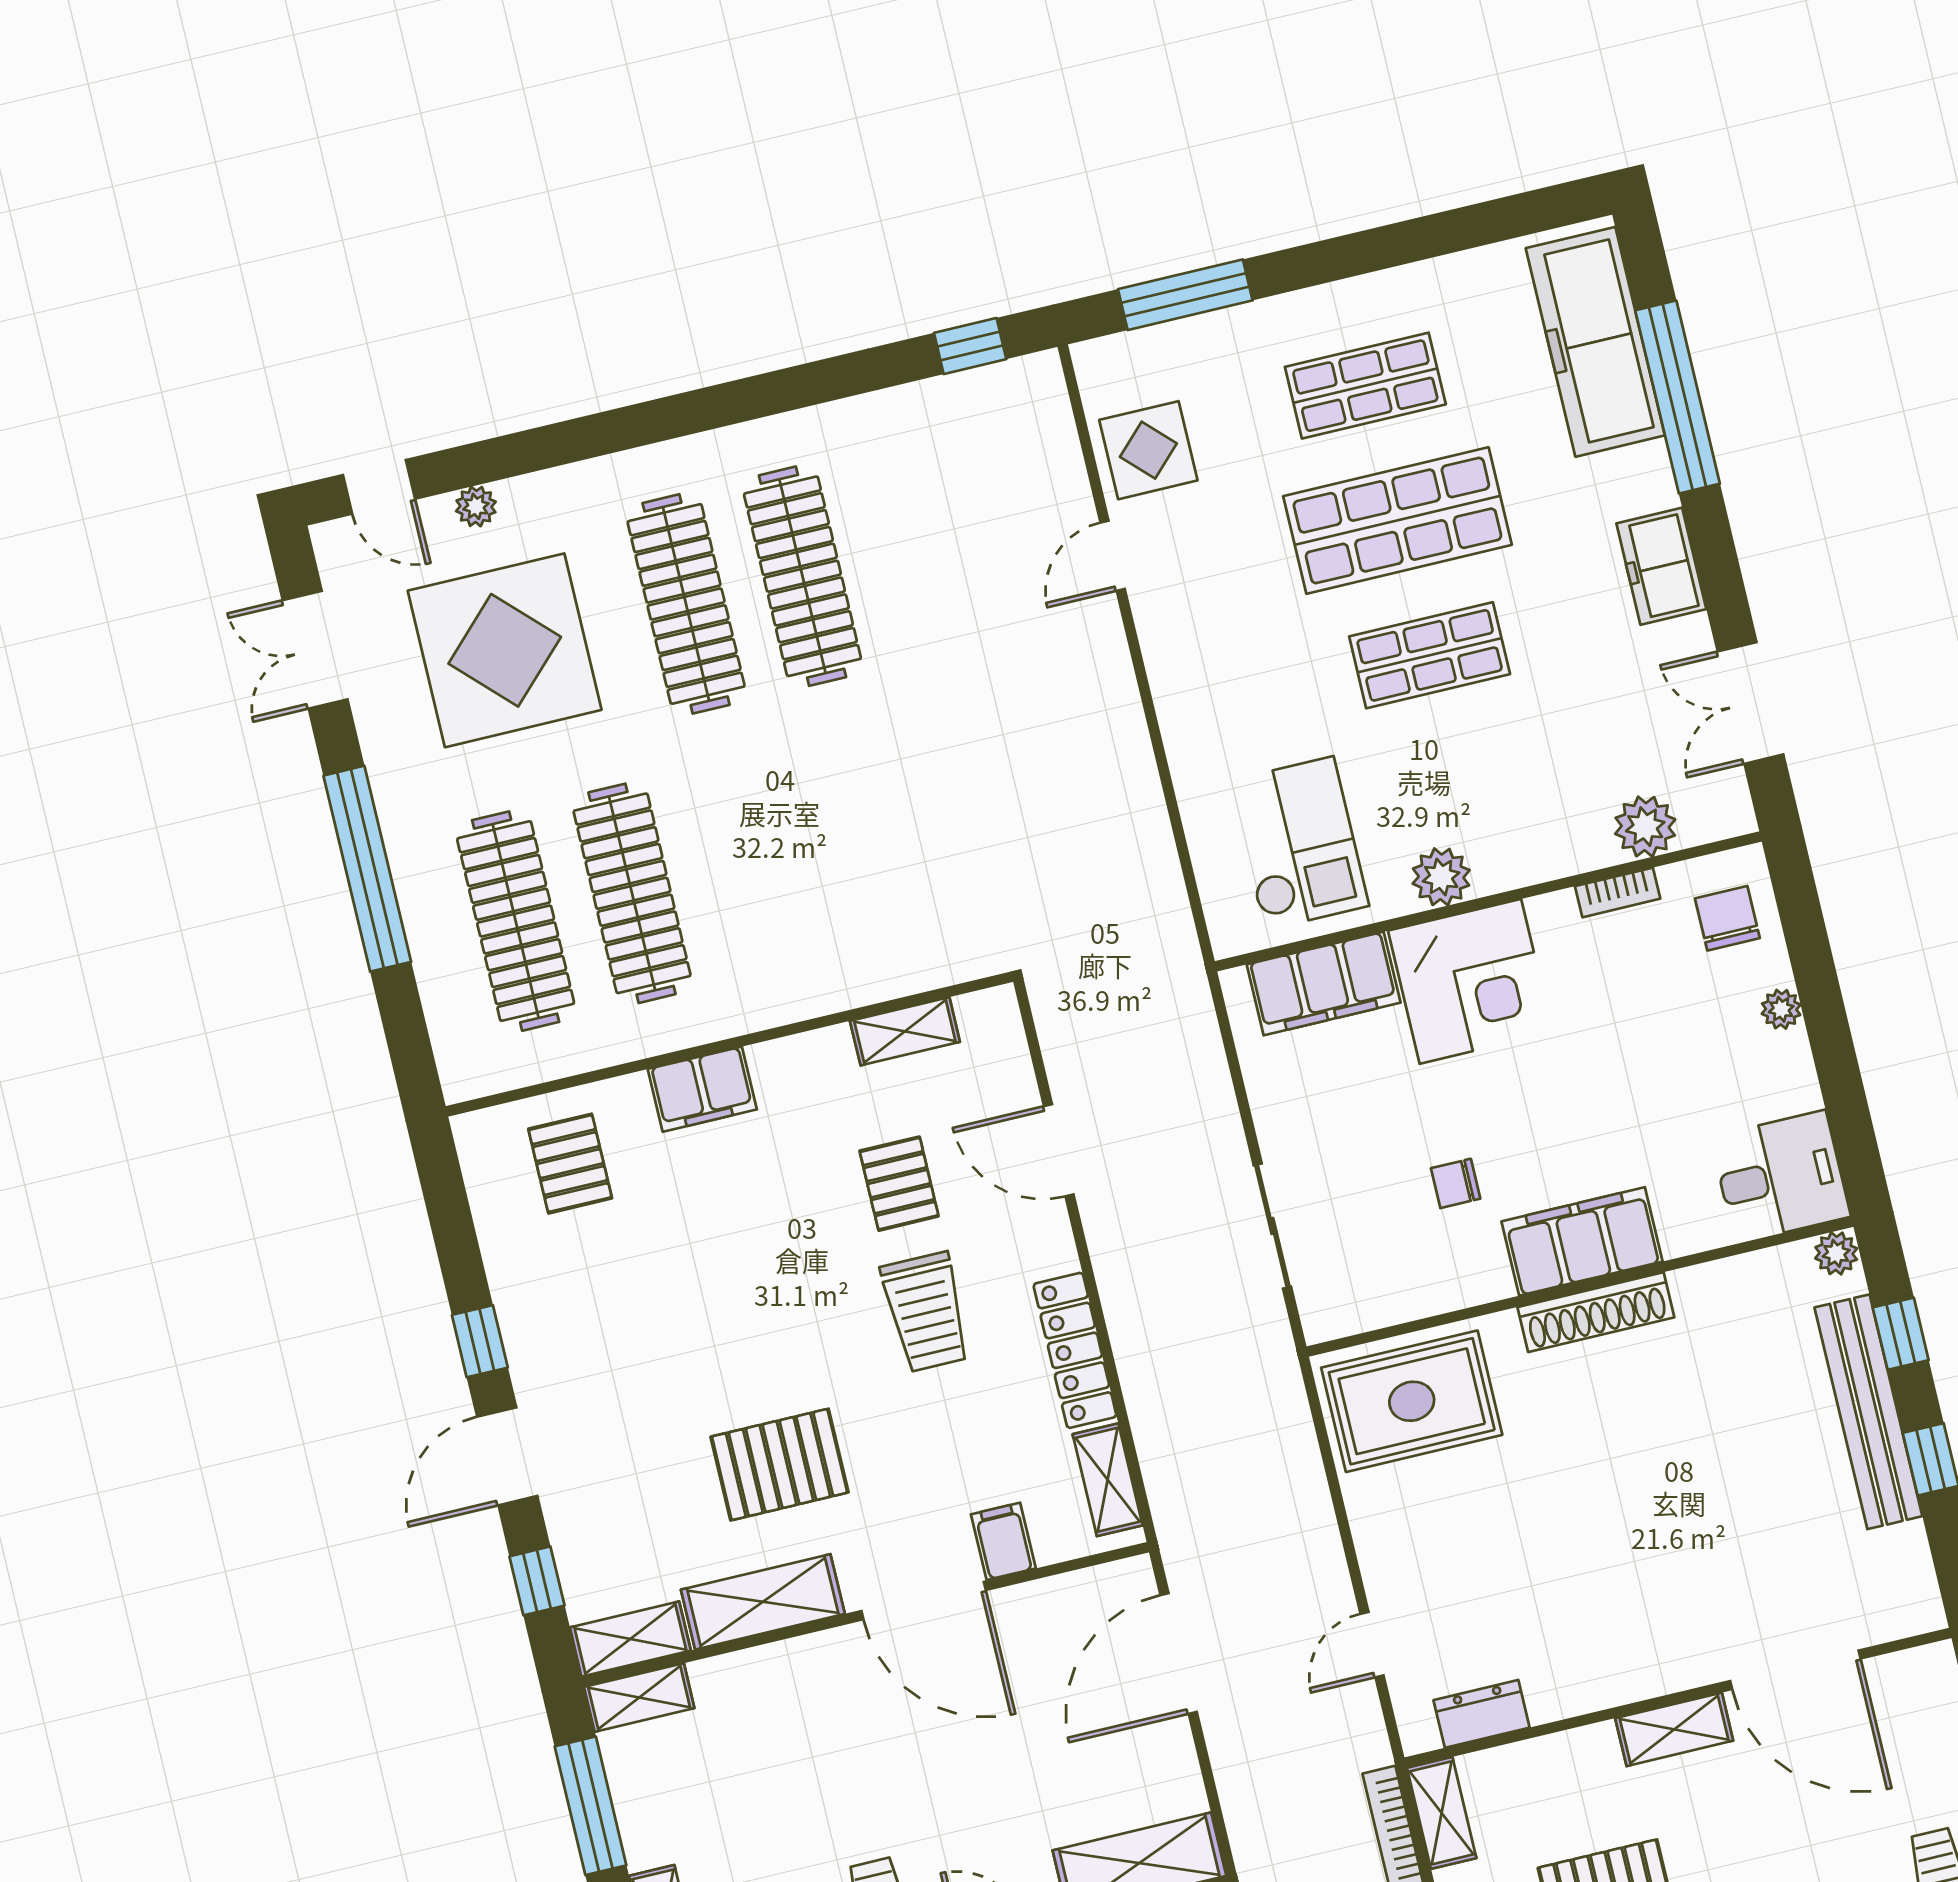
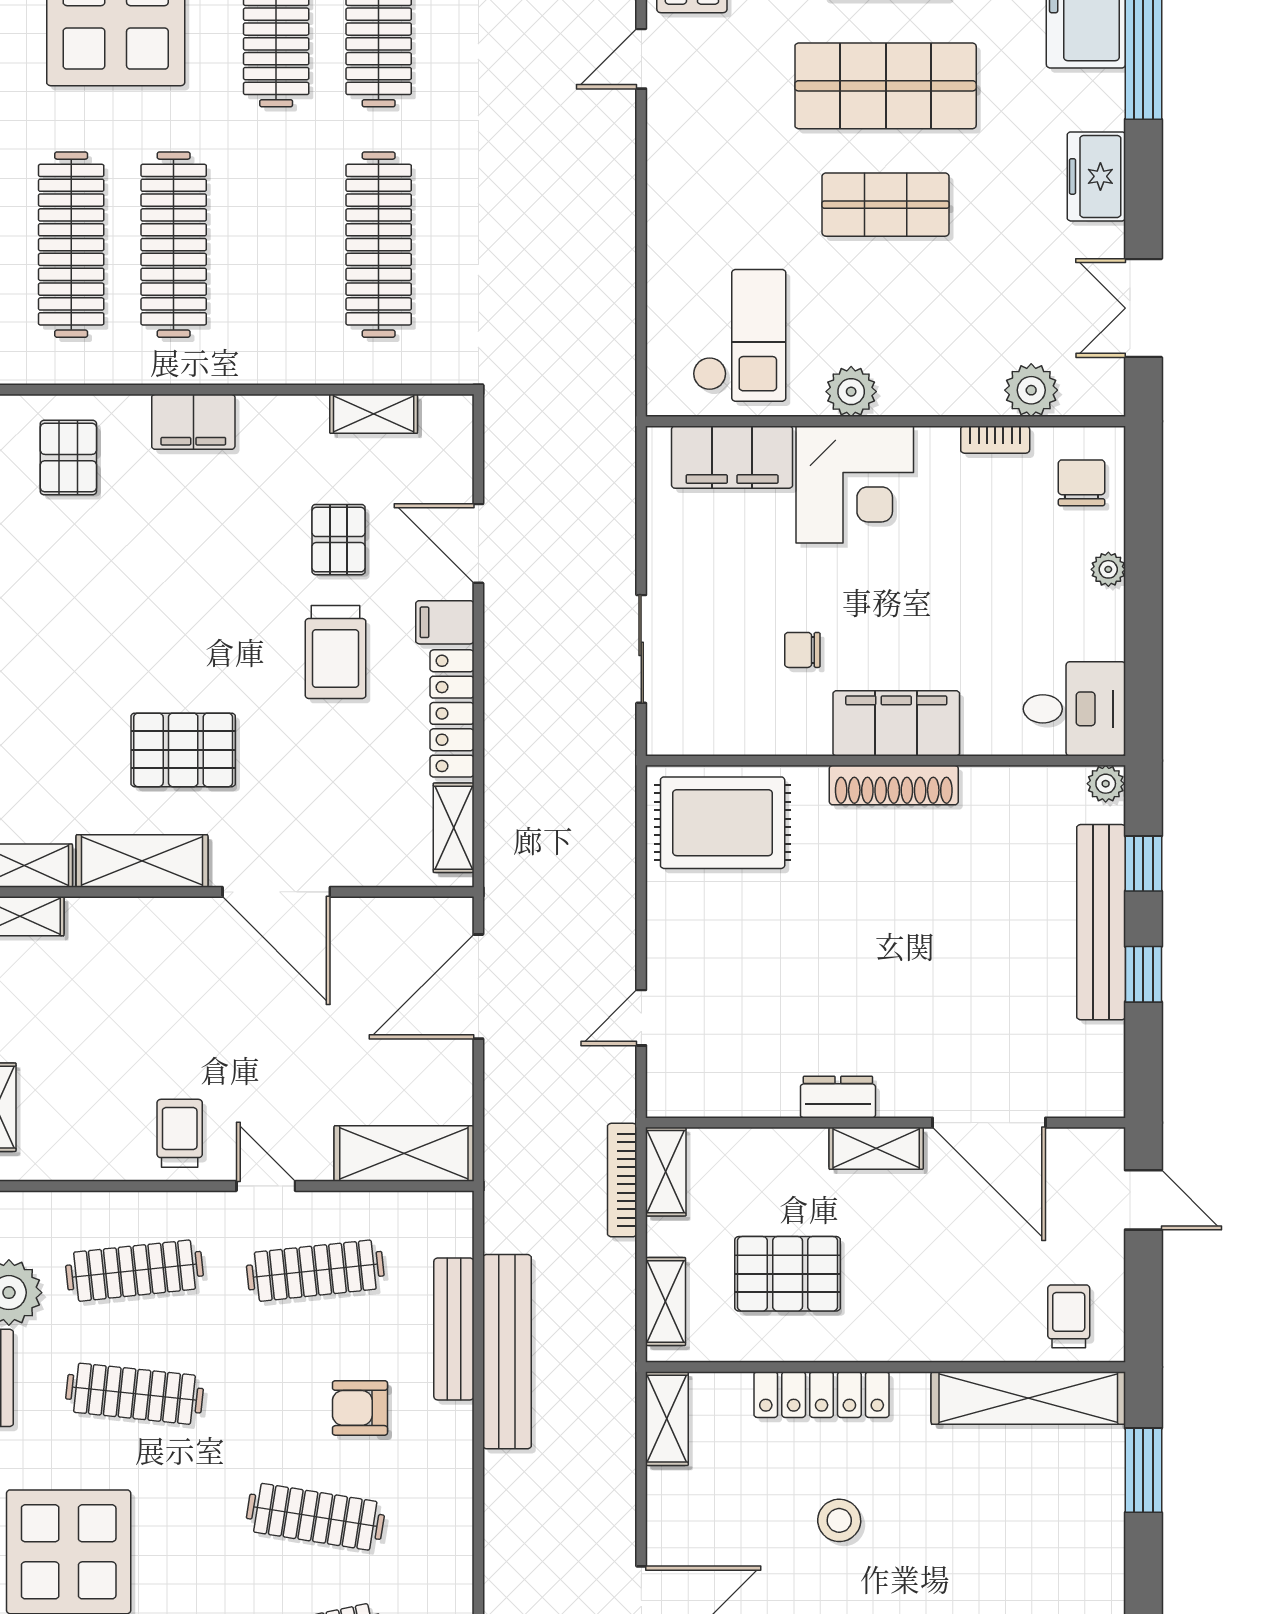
clothes rail: (865, 838) -> (379, 245), added
filing cabinet: (1003, 1541) -> (445, 622), moved, turned -90
dresser: (1482, 1714) -> (838, 1097), moved

